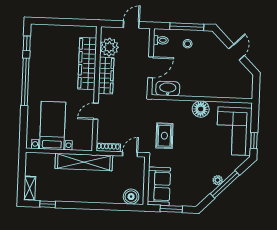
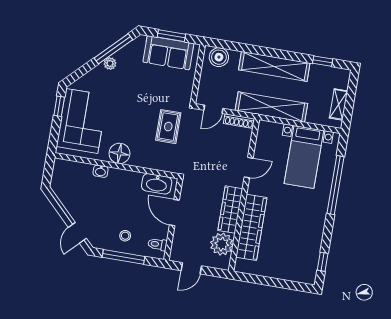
door: (236, 52) -> (77, 233), moved
door: (151, 67) -> (174, 213), hinge flipped
window: (25, 82) -> (336, 185), moved
washbasin: (214, 93) -> (101, 171), added
window: (225, 184) -> (113, 49), moved
sofa: (159, 186) -> (168, 53), moved, turned -90
shelving: (30, 188) -> (338, 104), moved
shelving: (86, 195) -> (274, 66), added

